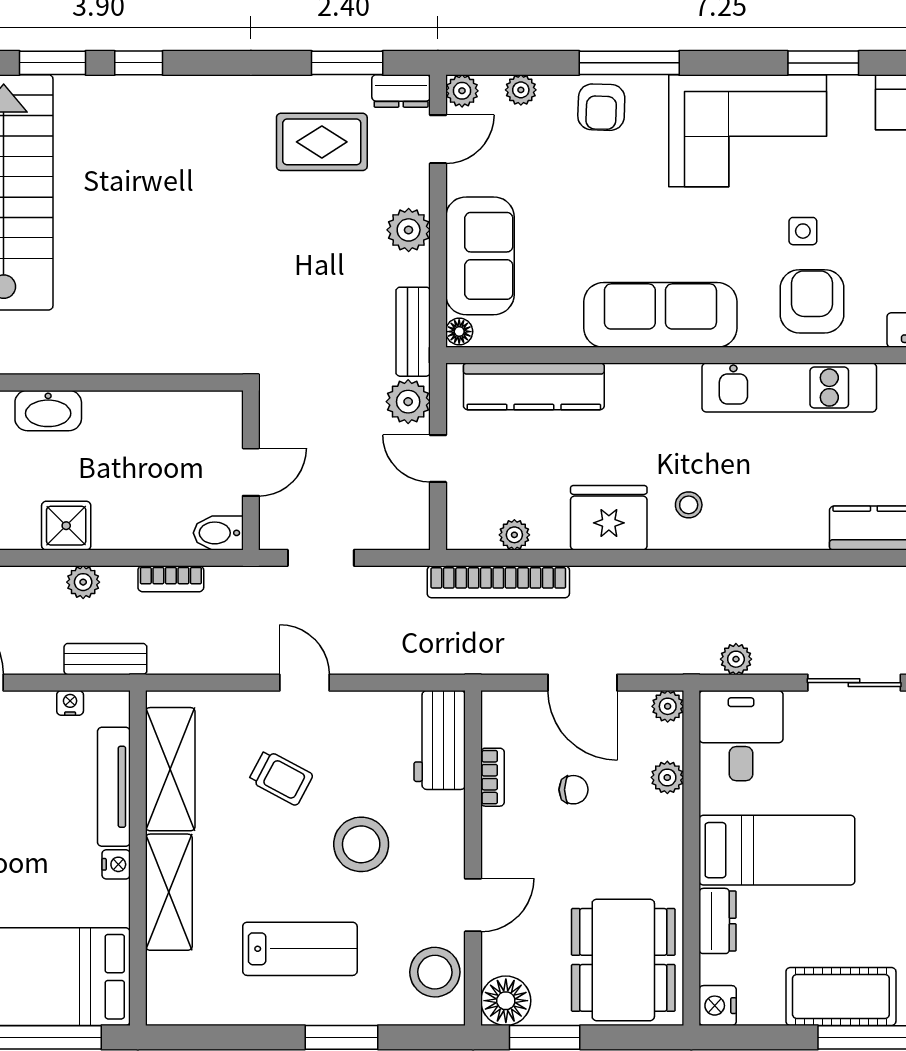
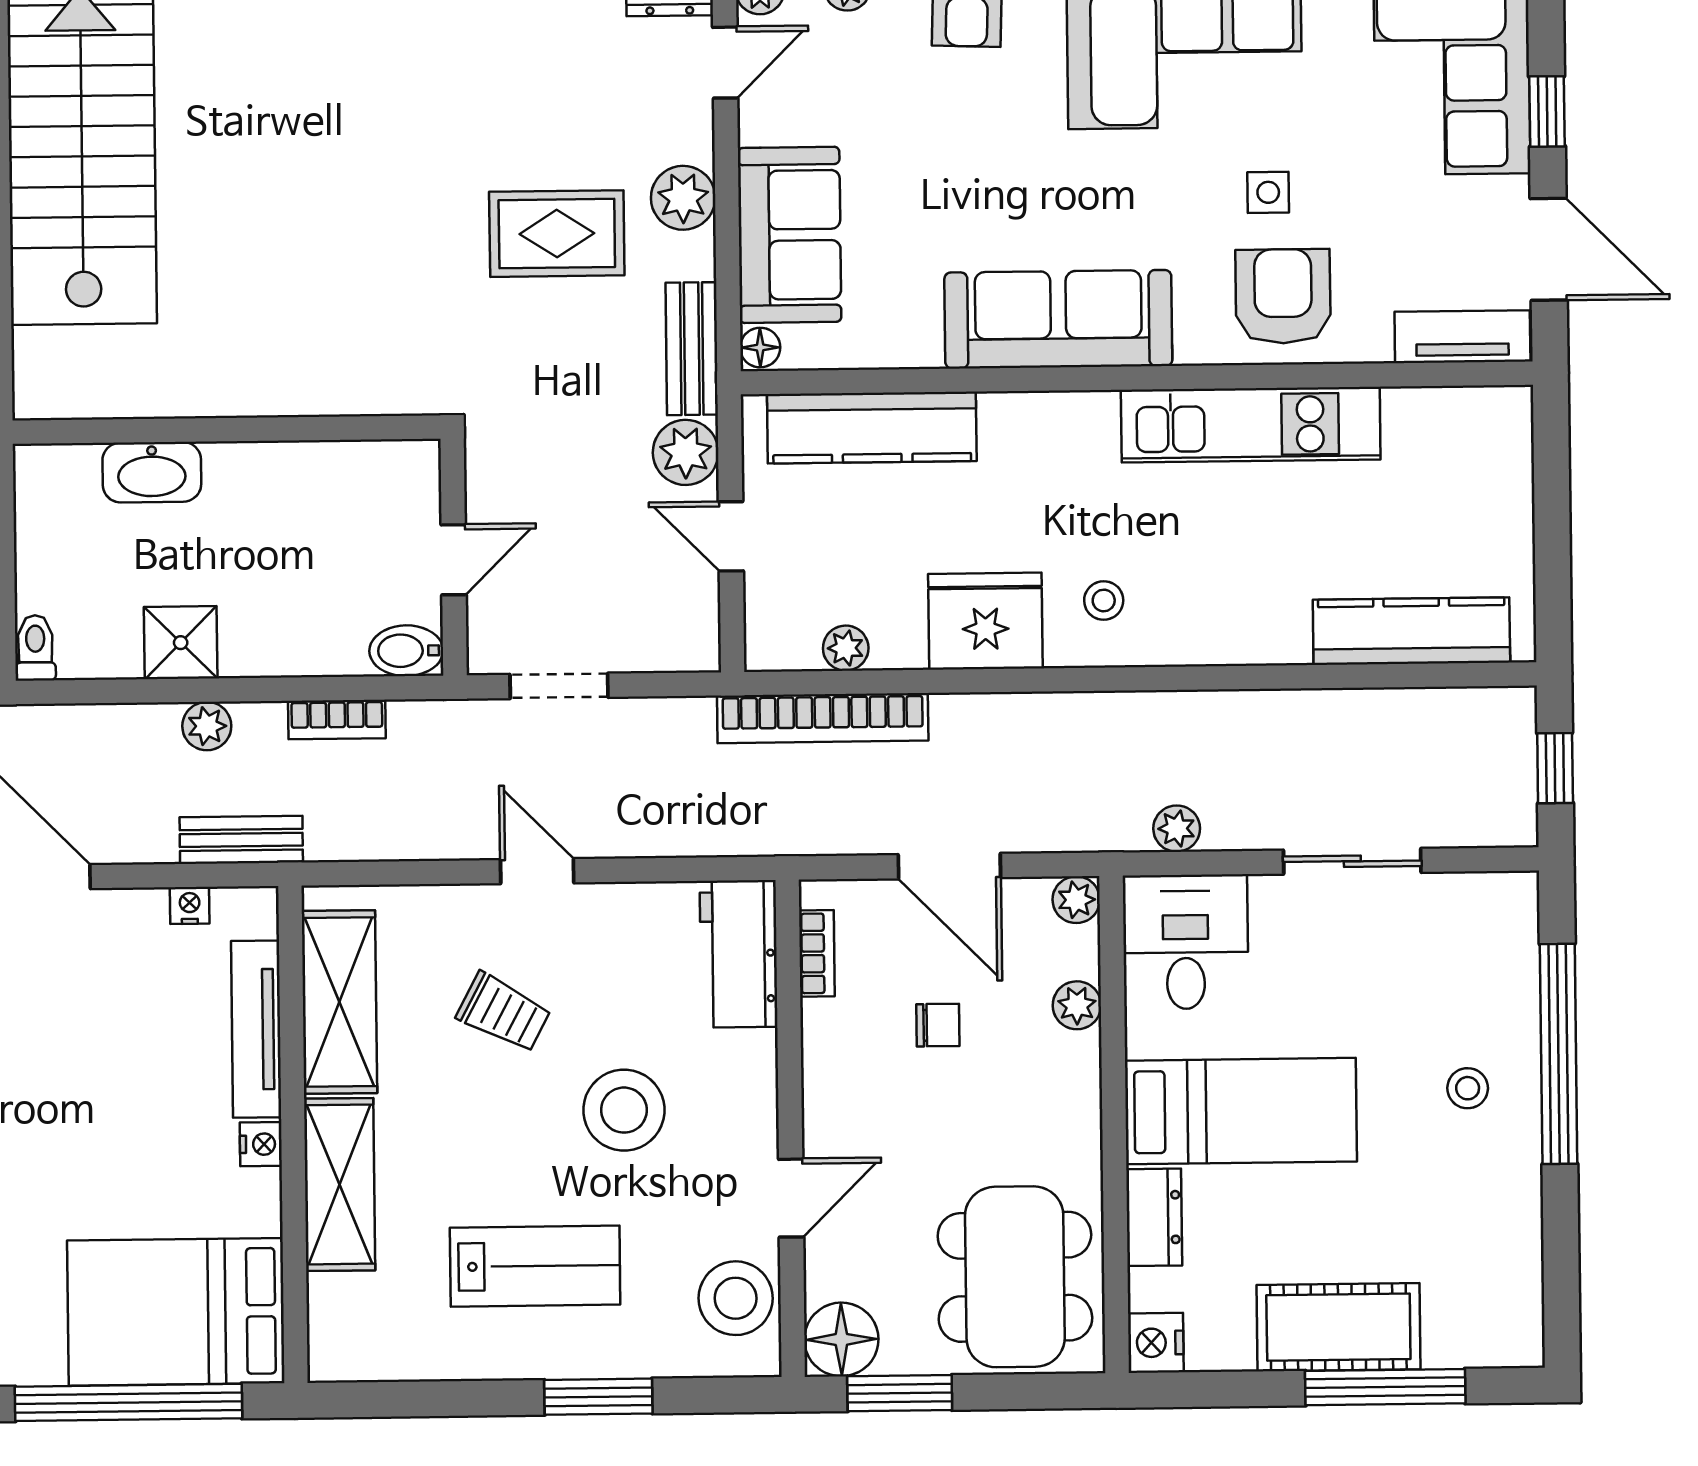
rug: (322, 142) -> (557, 234), moved
bookcase: (492, 777) -> (817, 953), moved

